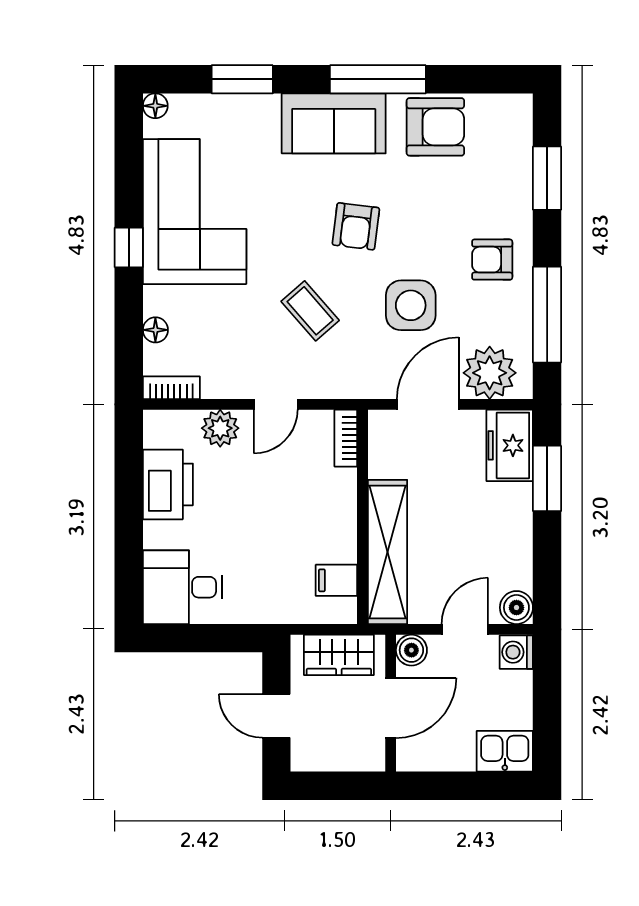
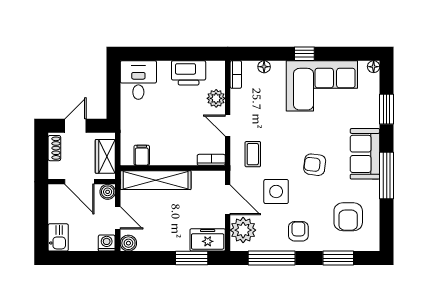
armchair: (435, 127) -> (348, 217), moved
coffee table: (310, 311) -> (253, 154), moved, turned -49
shoe rack: (322, 759) -> (54, 148), added

